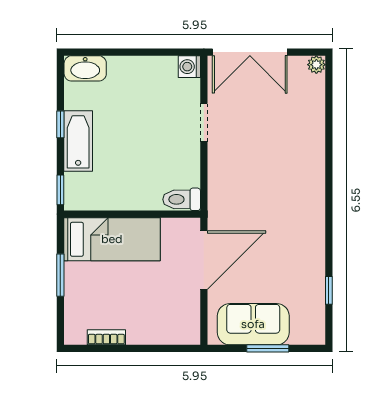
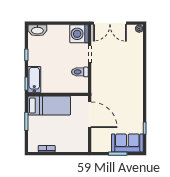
washing machine: (189, 67) -> (79, 34), width x1.89, depth x1.89
bathtub: (78, 141) -> (34, 80), moved
toilet: (182, 199) -> (80, 72), moved
door: (204, 260) -> (90, 115), hinge flipped
sofa: (253, 324) -> (127, 143), moved

